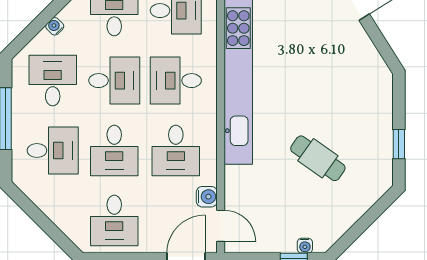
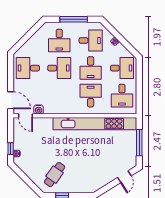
desk: (114, 151) -> (59, 68), turned 180
desk: (176, 151) -> (59, 96), removed
cafe table: (318, 158) -> (55, 175), moved
door: (221, 226) -> (25, 116), hinge flipped

